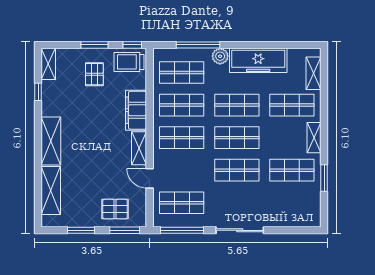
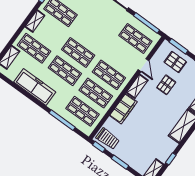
plant: (220, 56) -> (54, 105), removed
pallet: (94, 74) -> (166, 85), moved
shop shelf: (237, 170) -> (91, 34), removed

